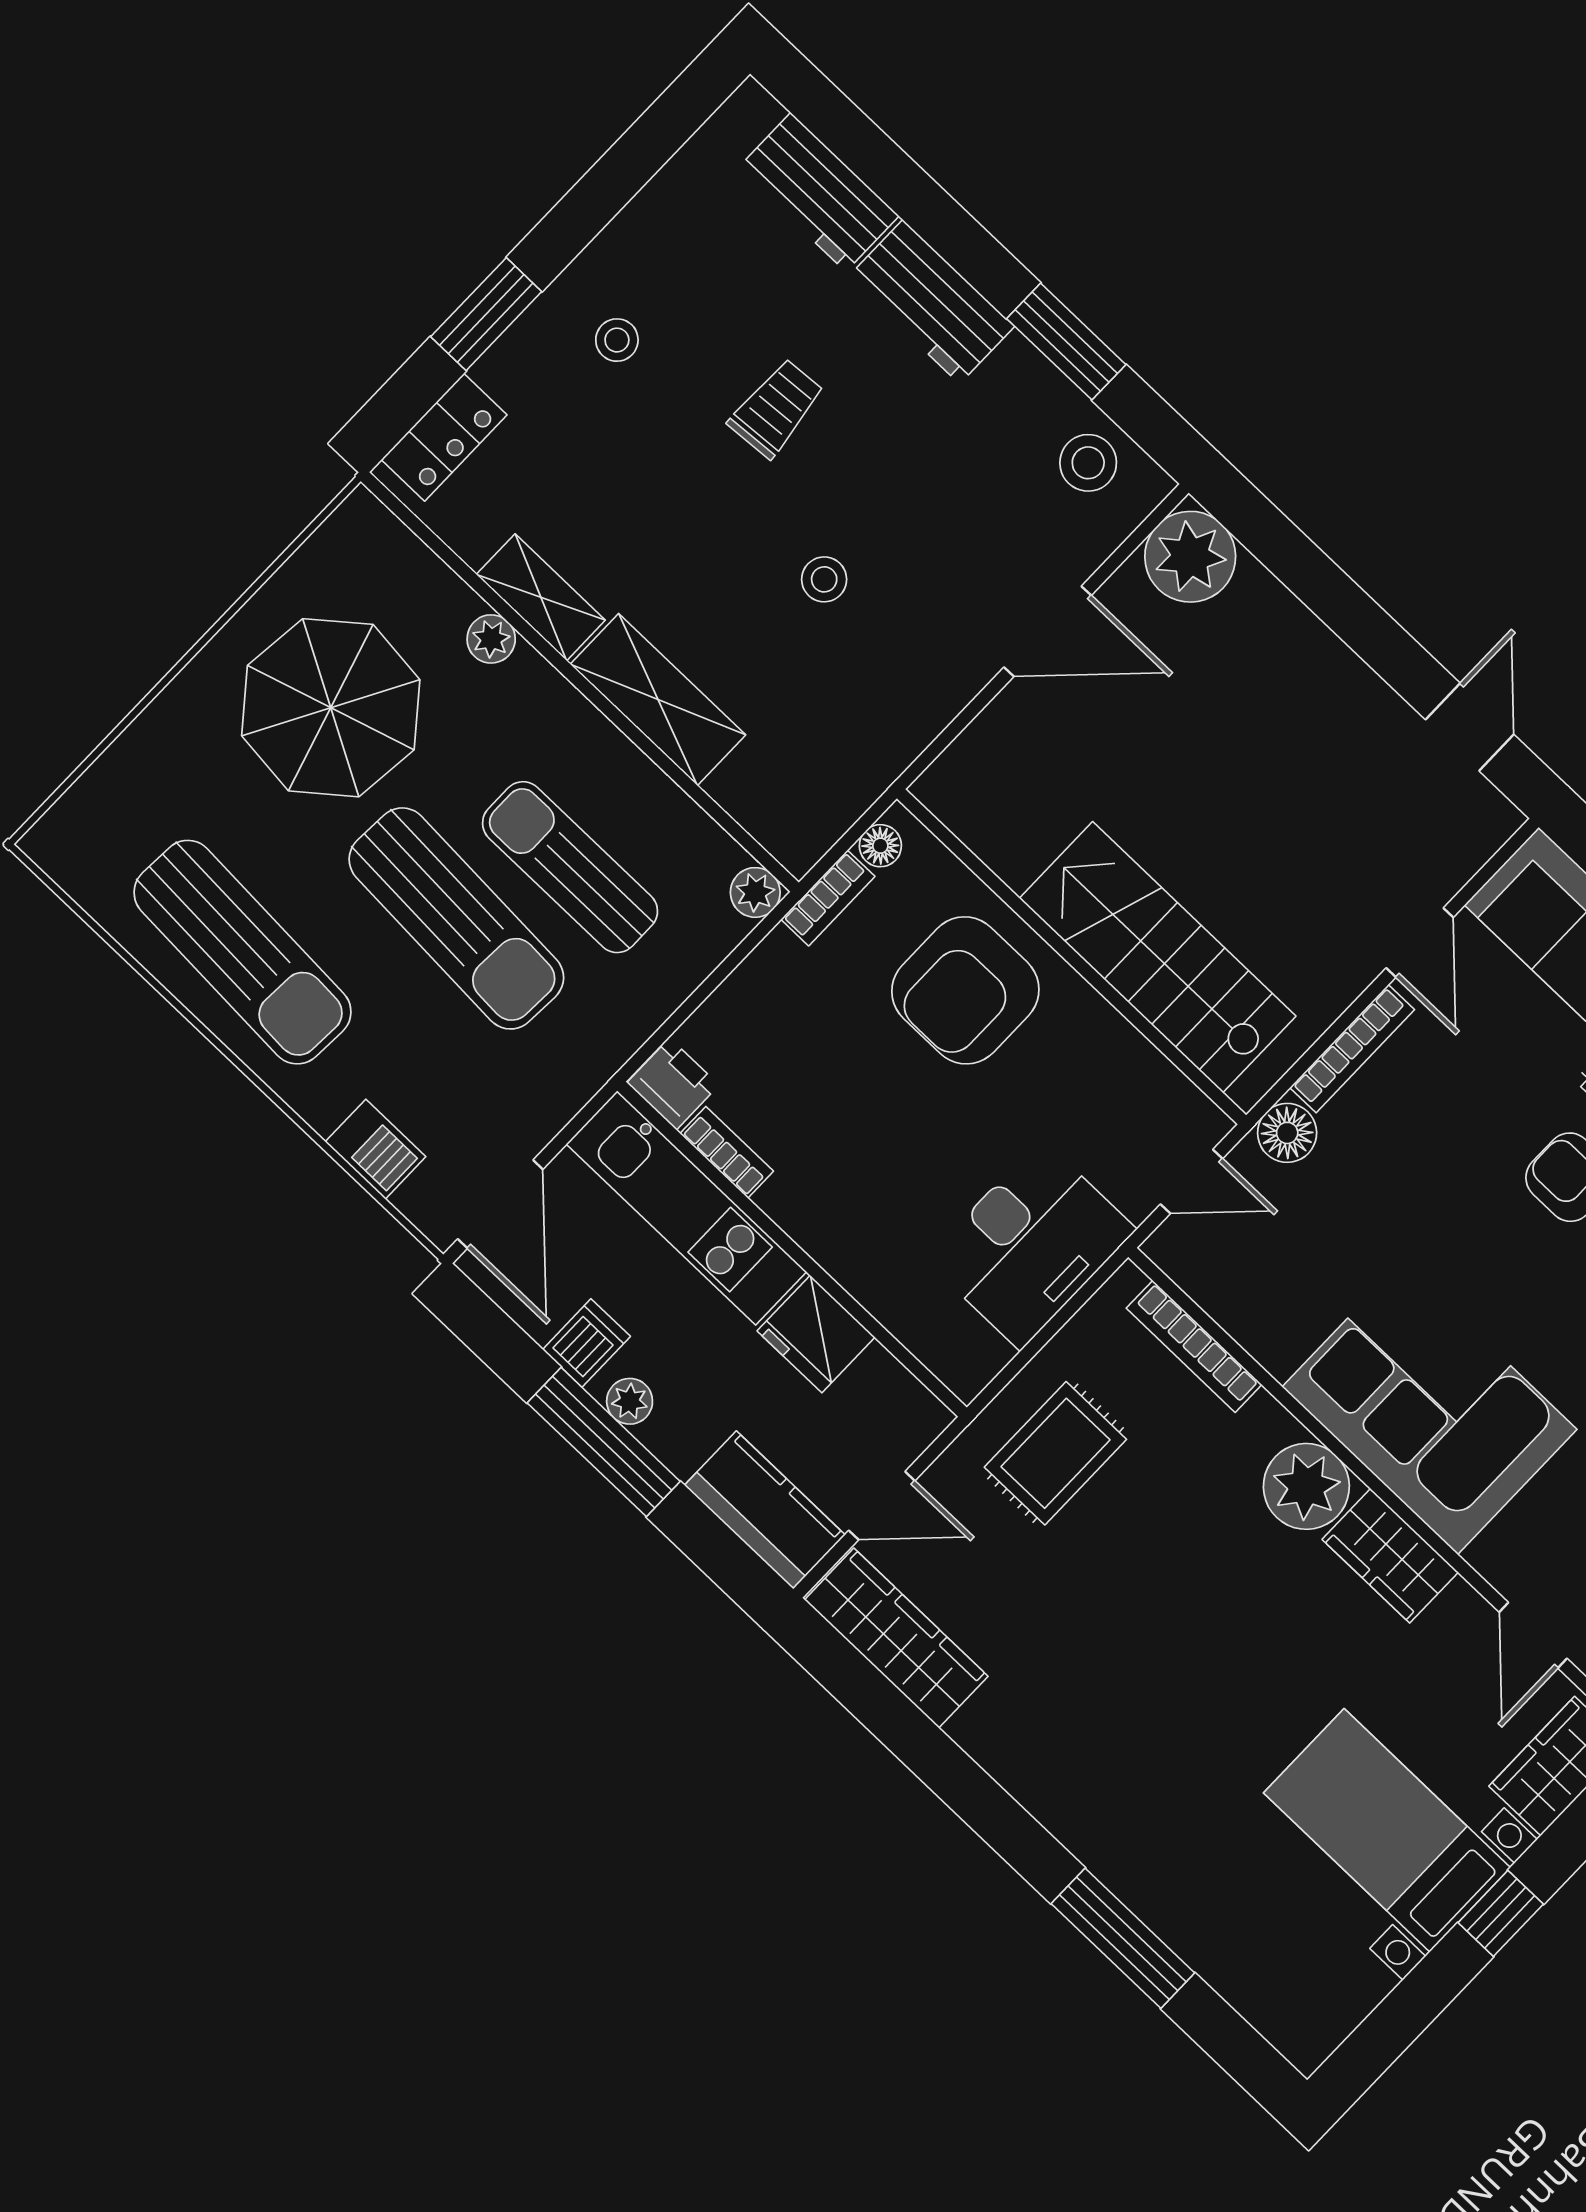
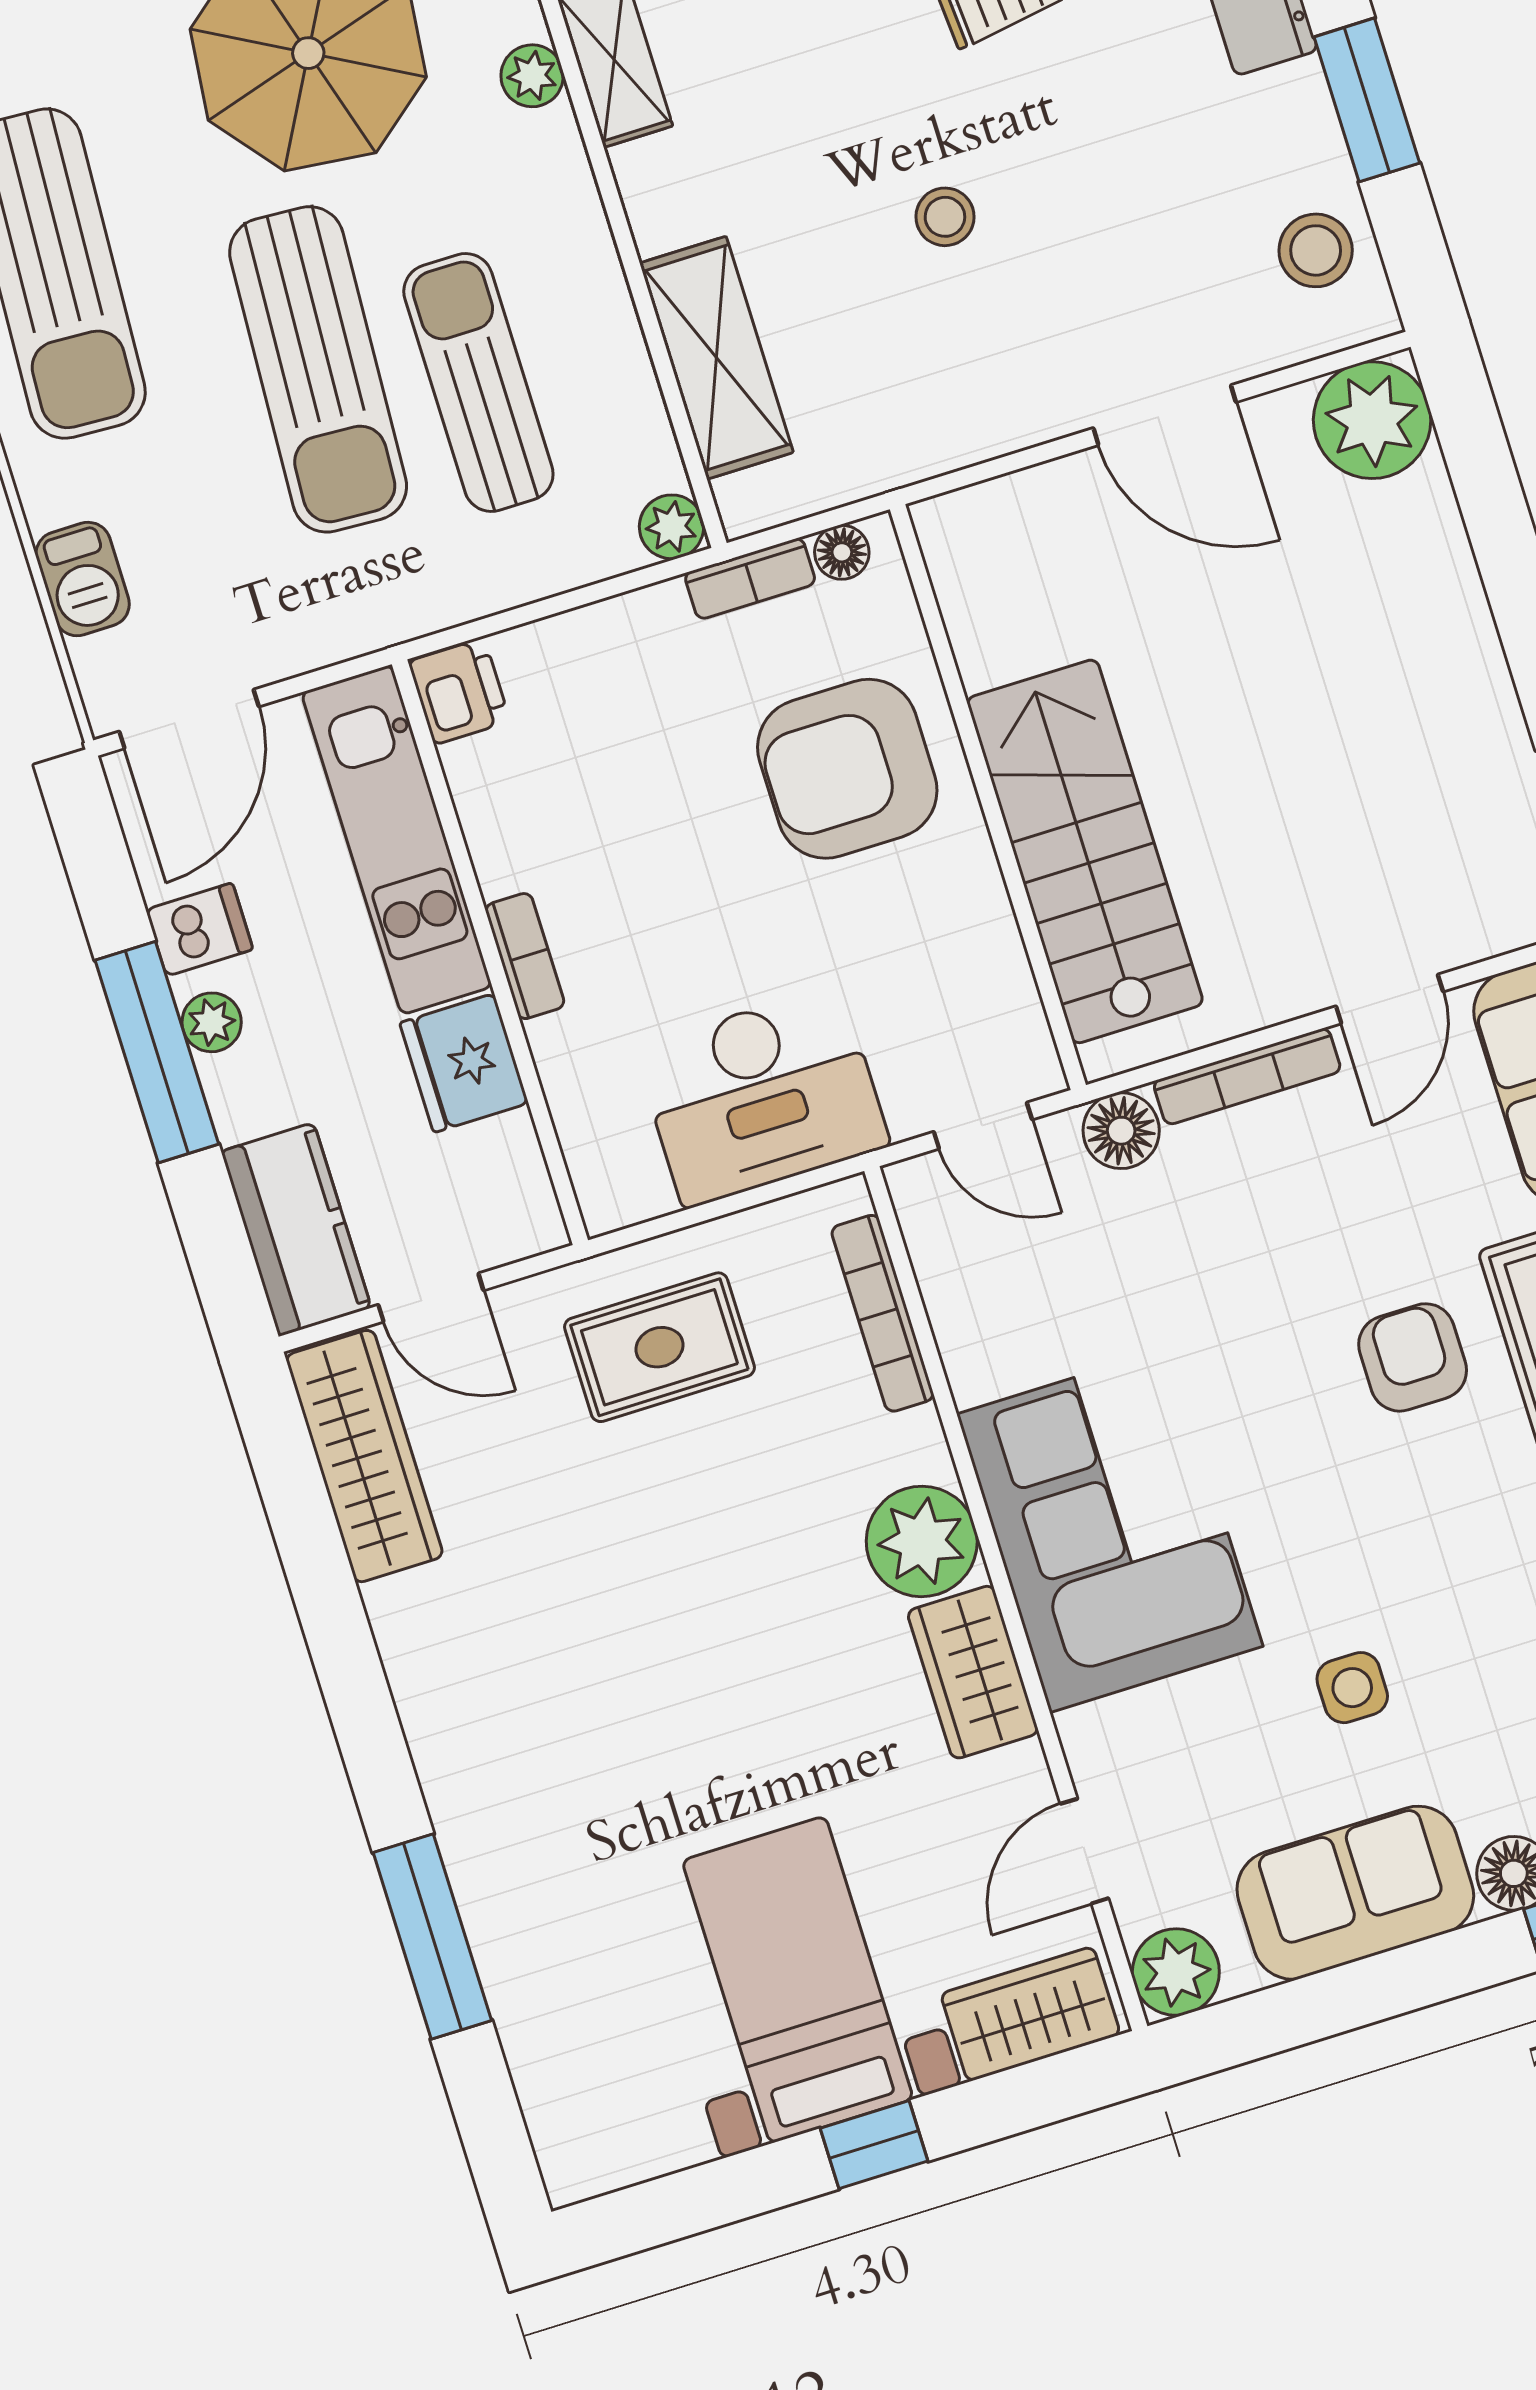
shelving: (658, 699) -> (717, 358), moved
bookcase: (727, 1152) -> (525, 956), moved

